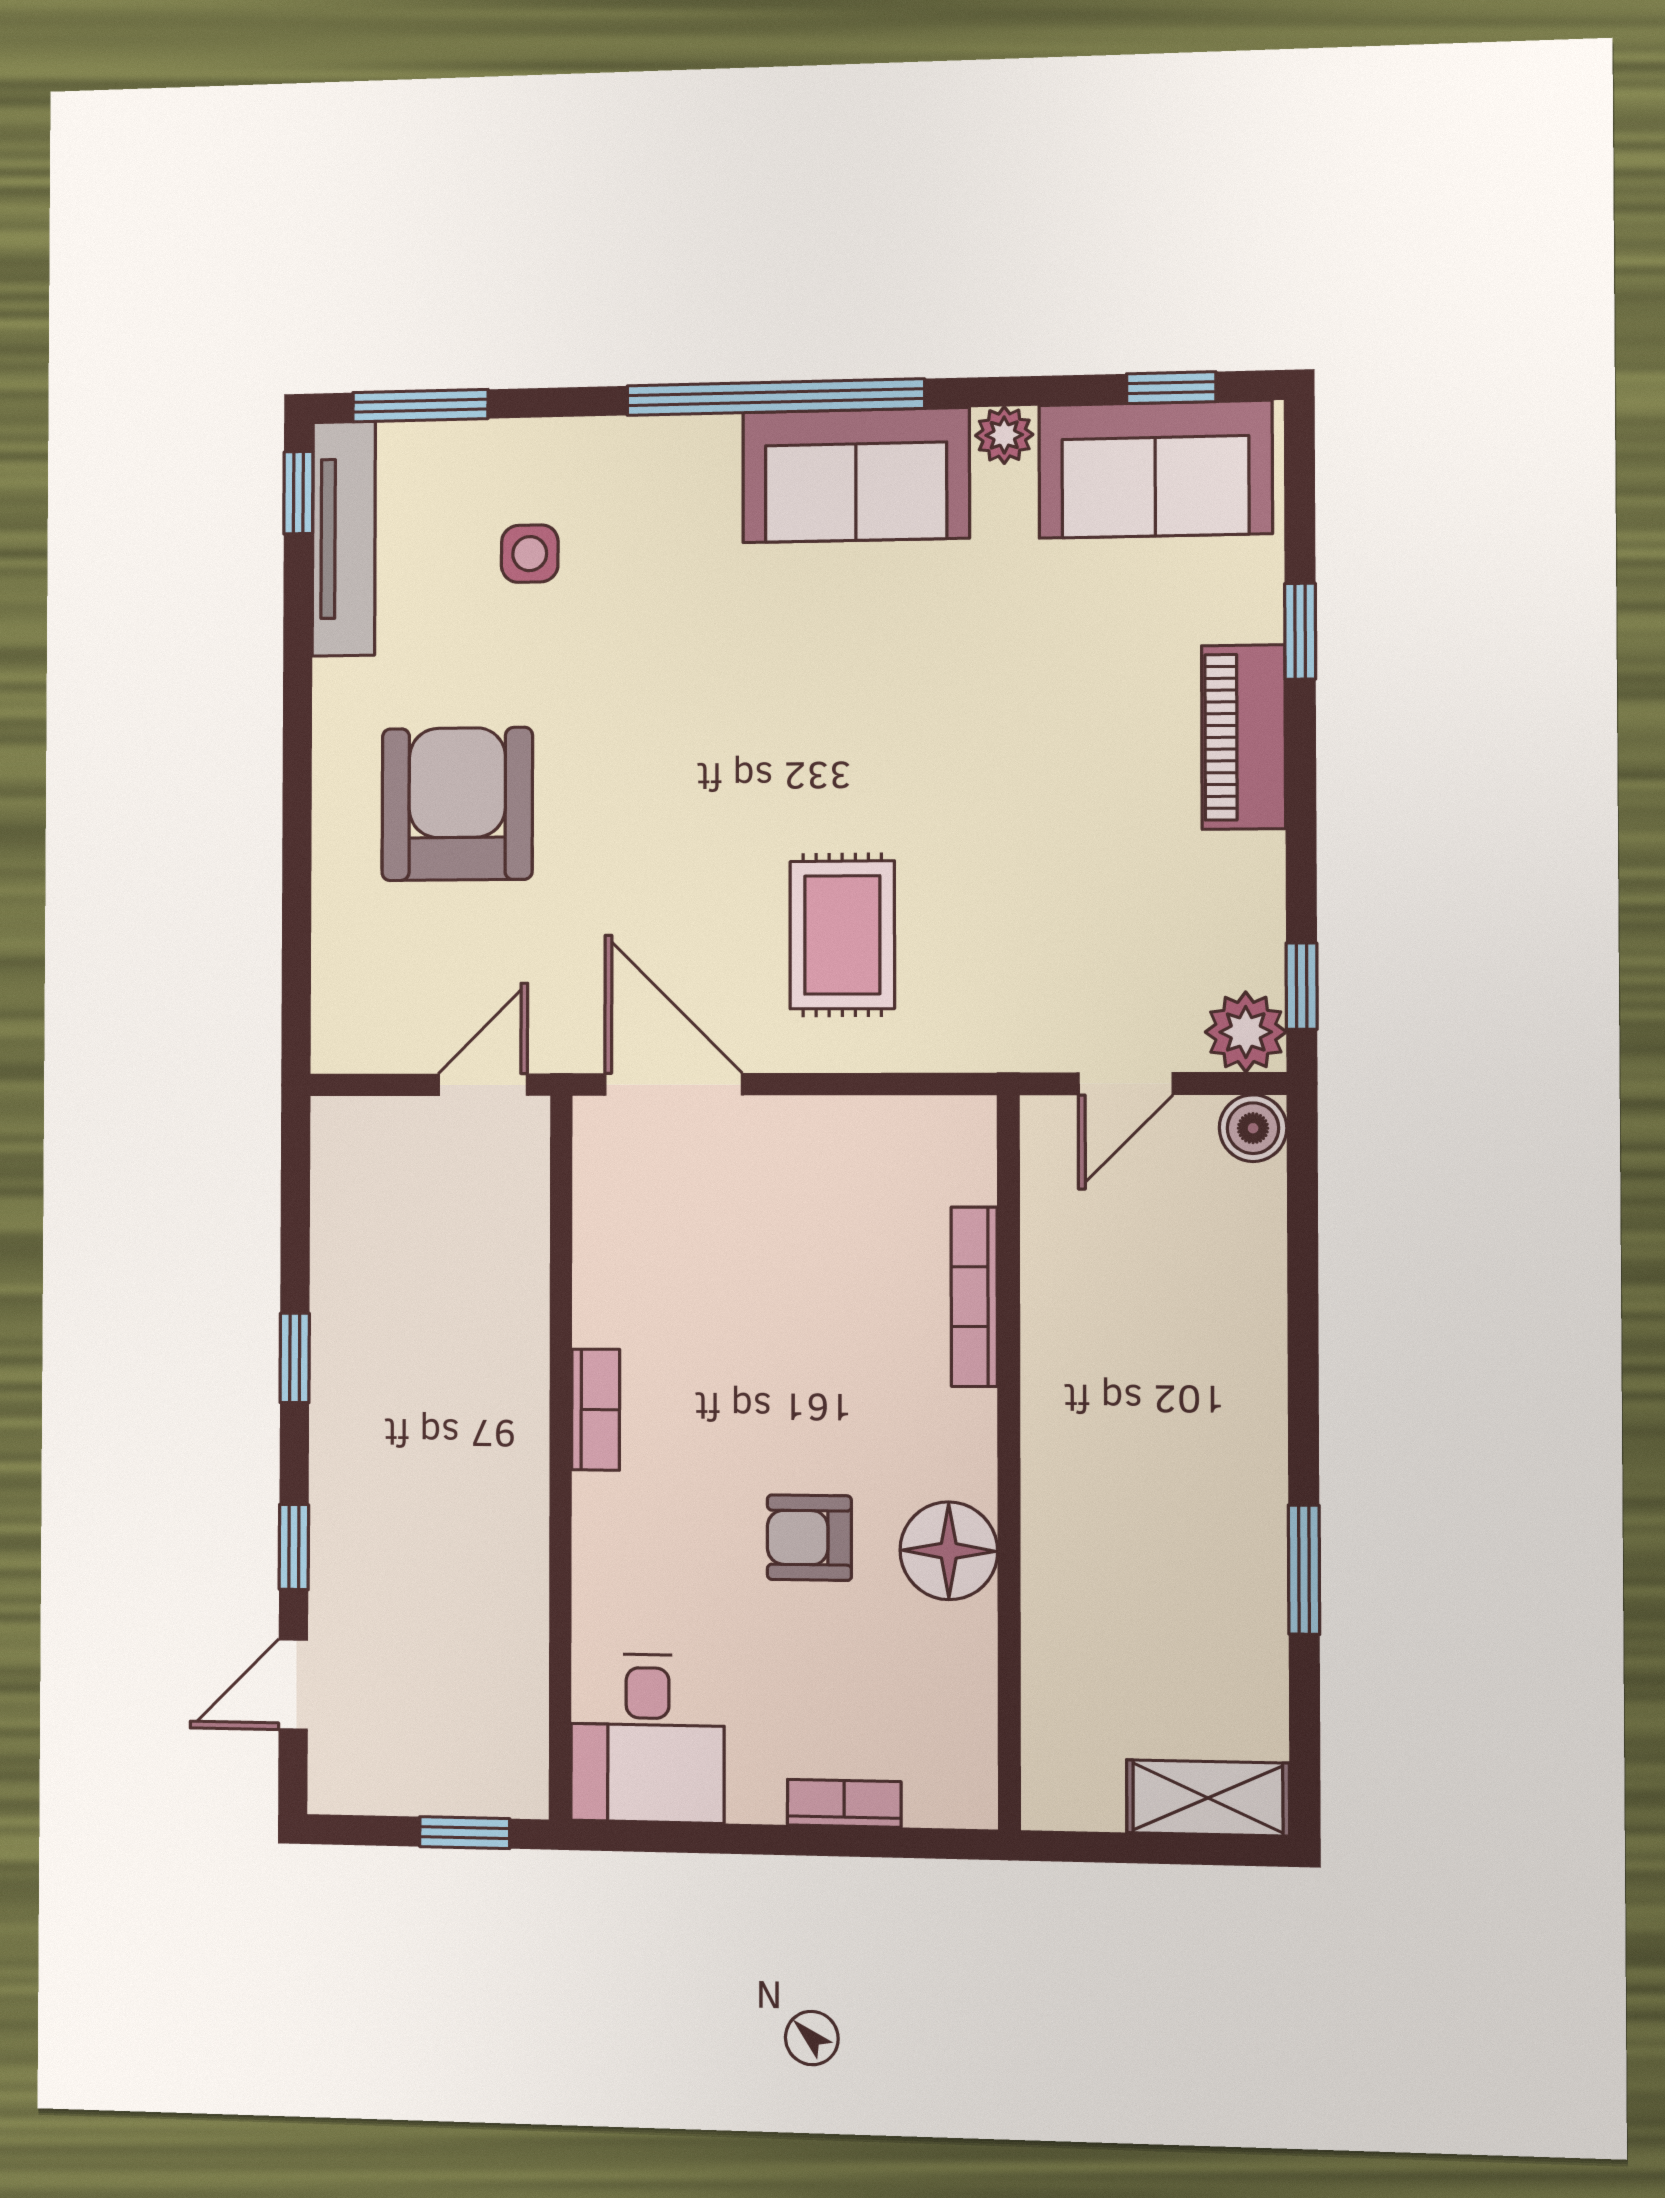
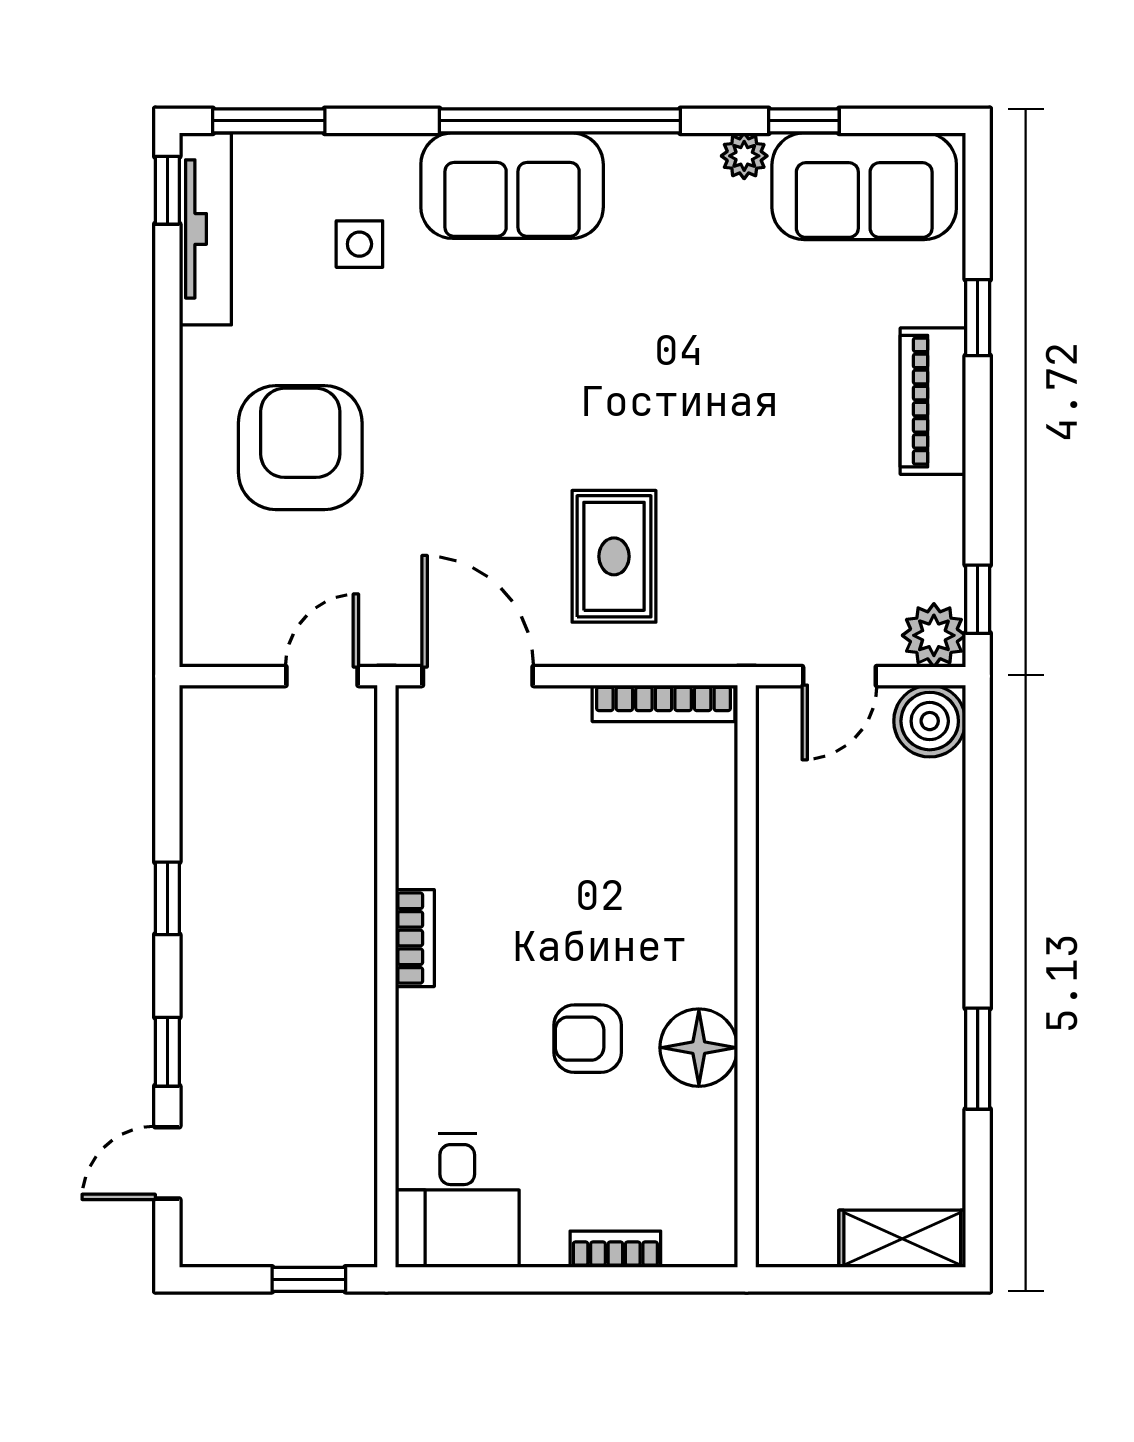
window: (1171, 388) -> (804, 121), moved
sofa: (856, 475) -> (512, 186), moved
boiler: (1253, 1128) -> (930, 721), width x1.36, depth x1.36
bookcase: (974, 1297) -> (664, 703), moved, turned -90

